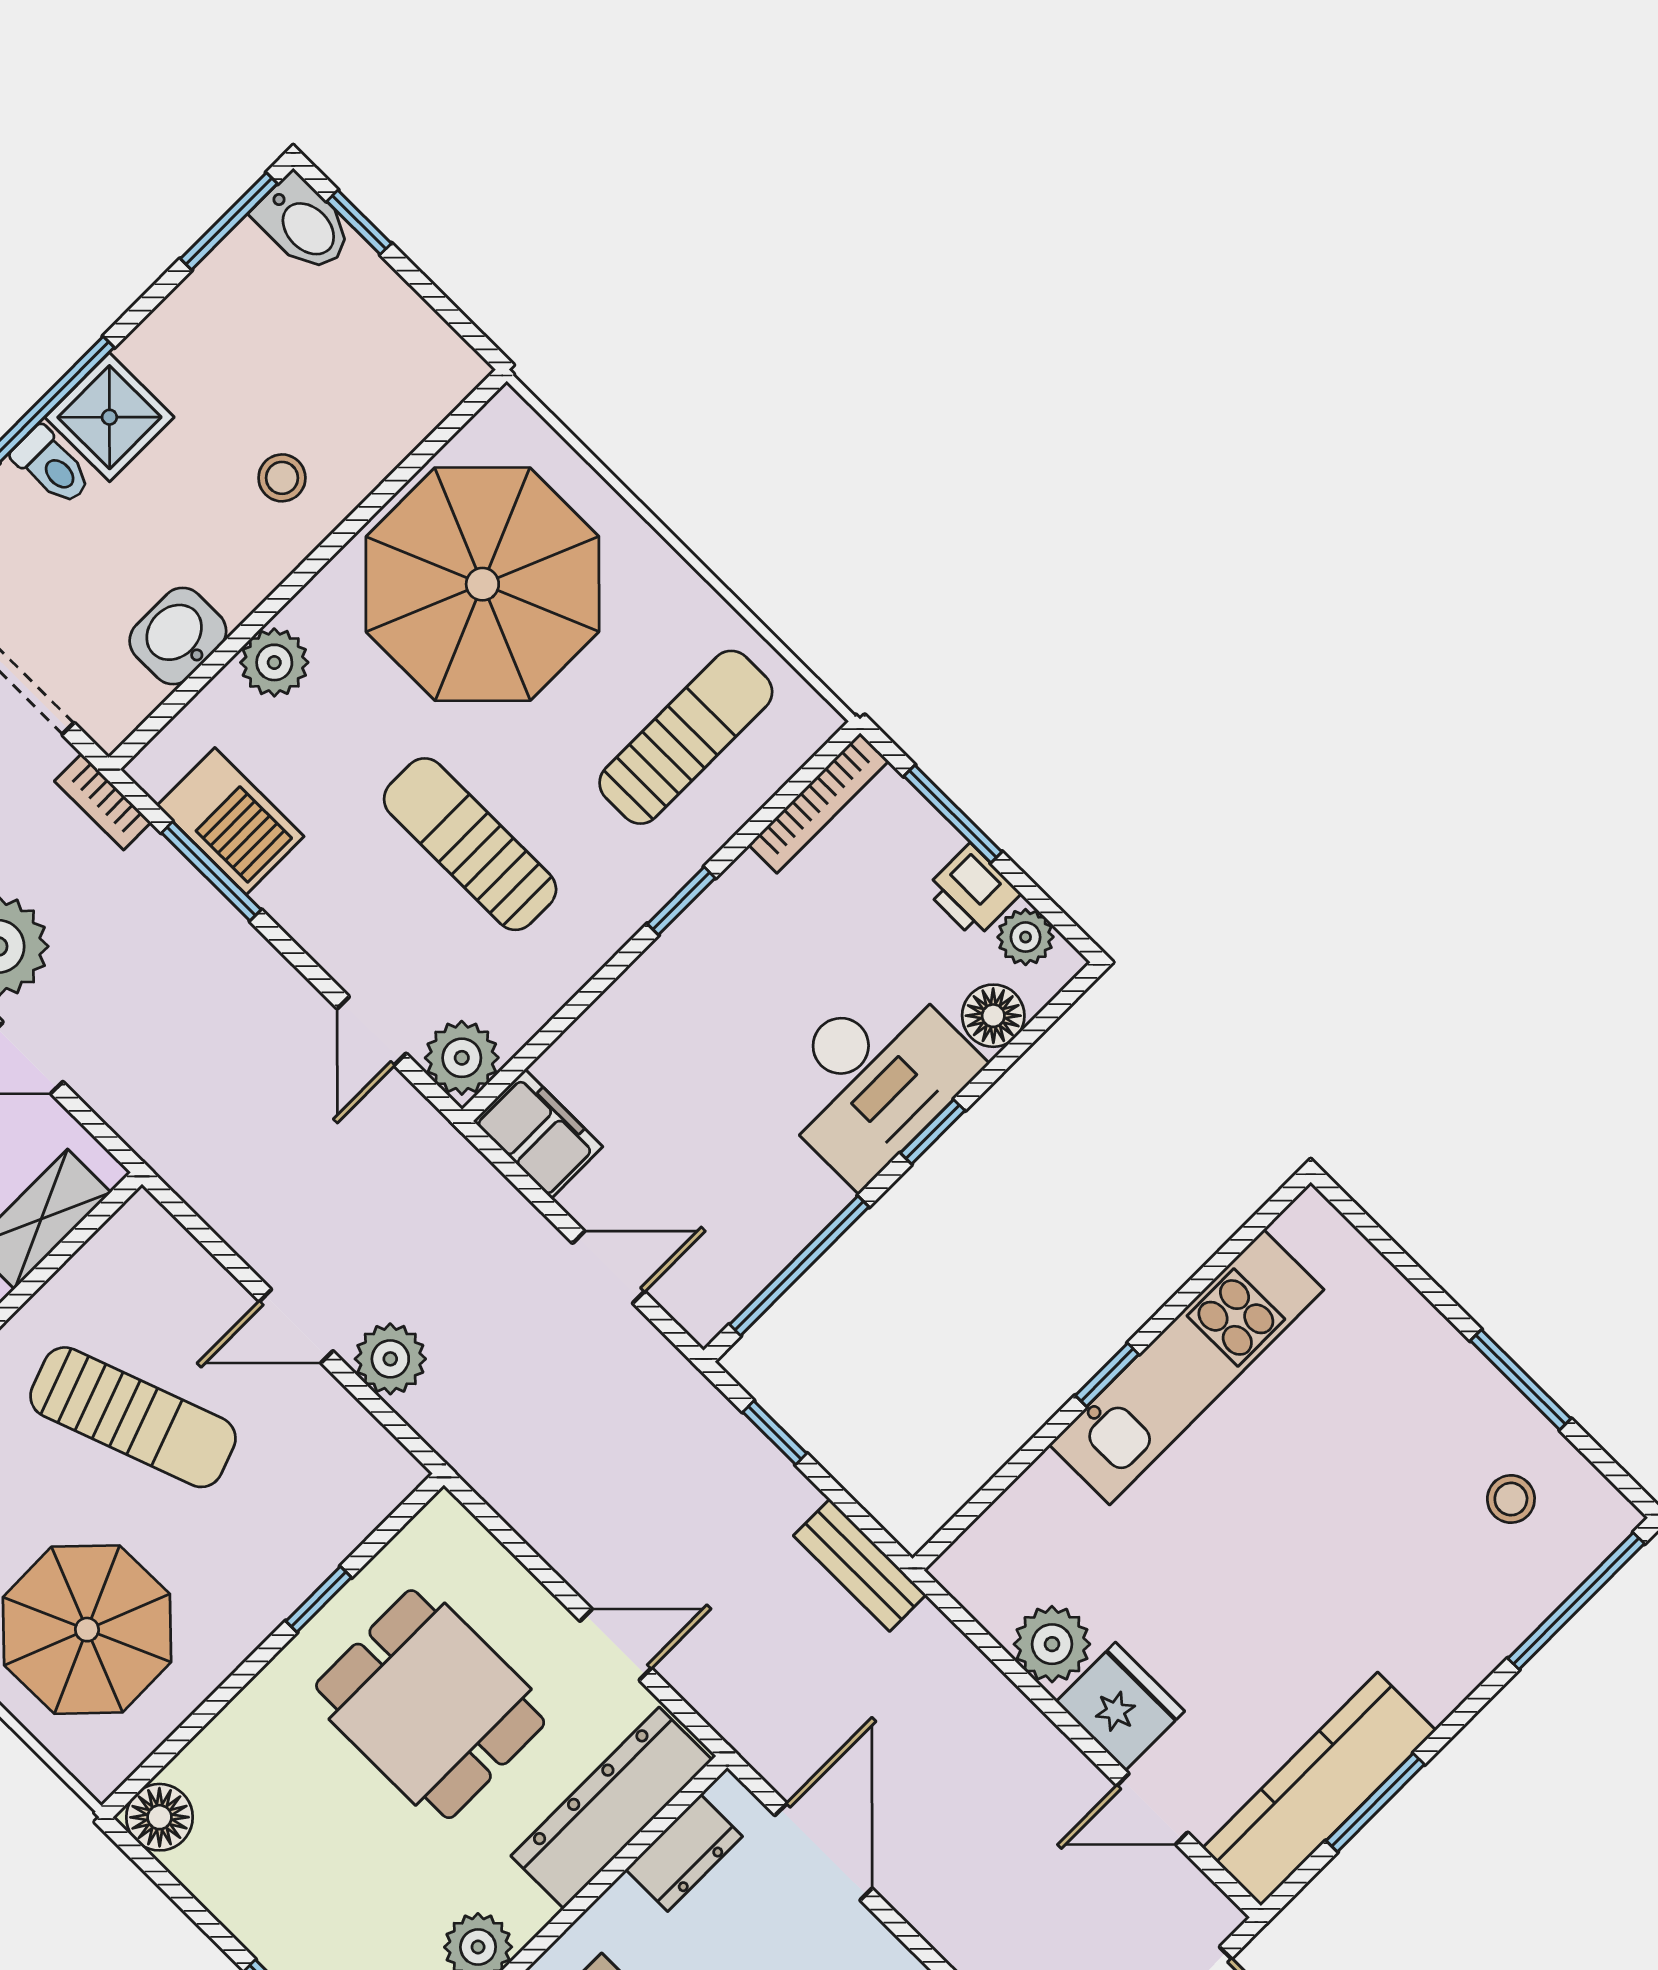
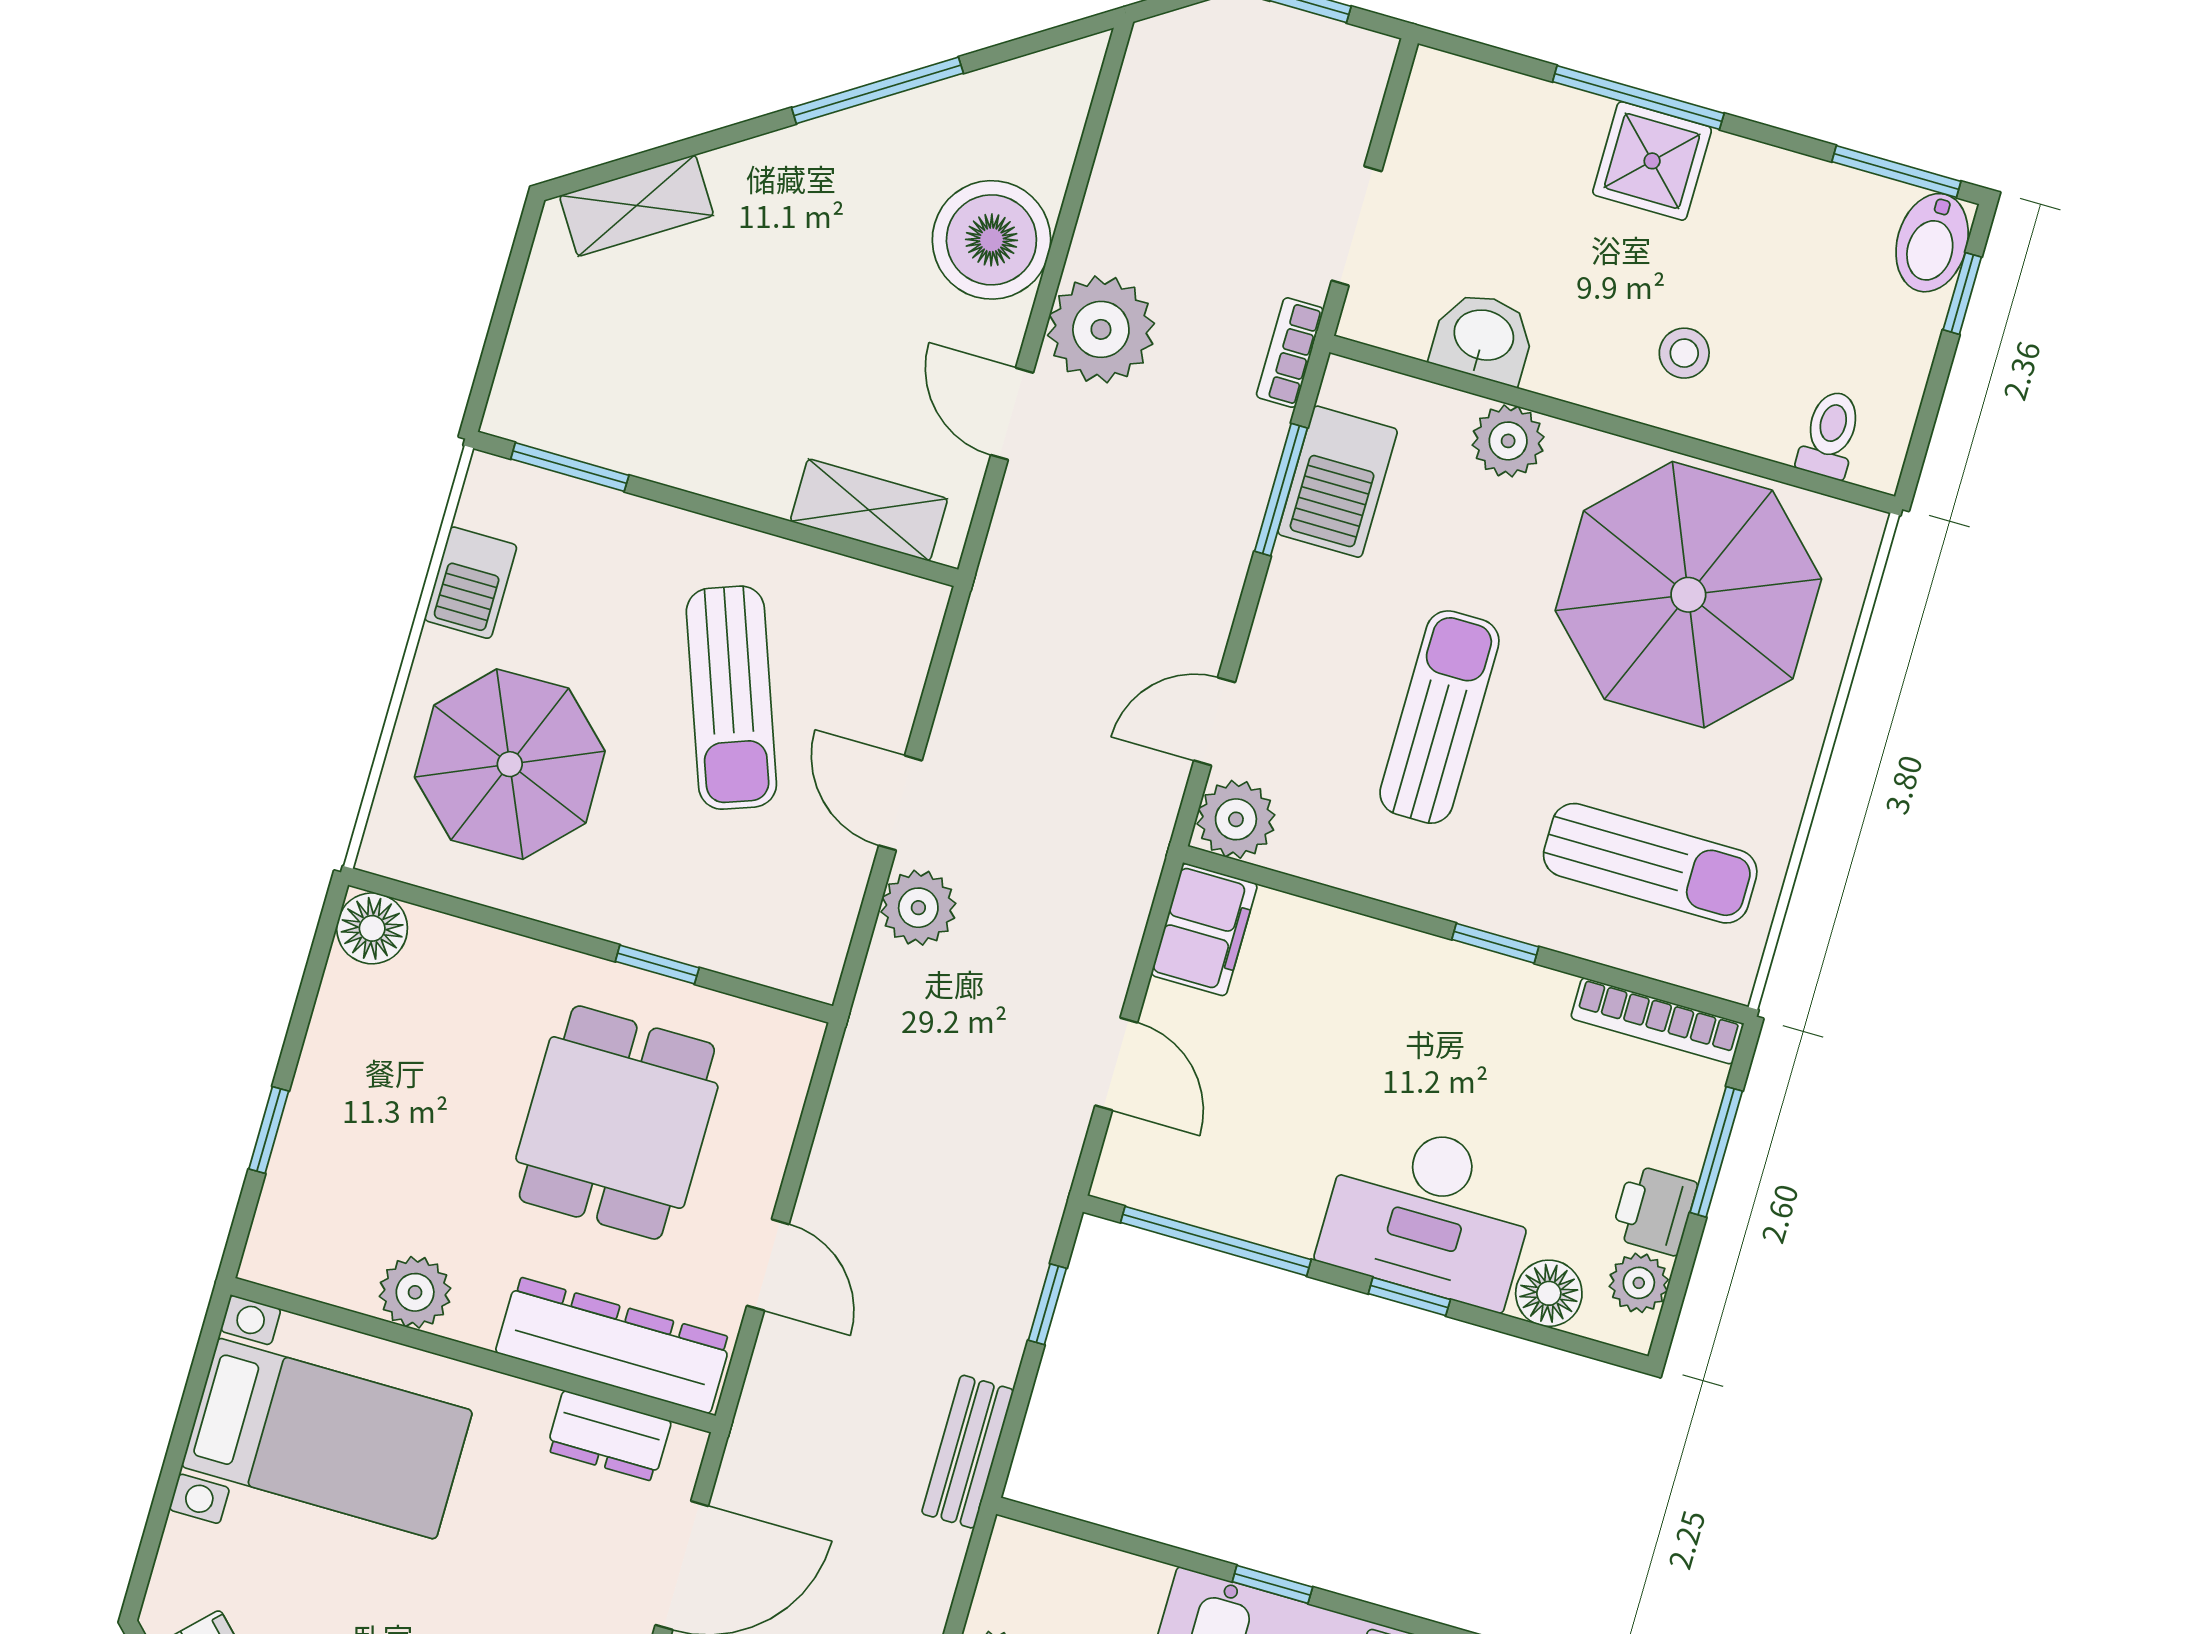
toilet: (52, 466) -> (1830, 434), moved, turned 180

